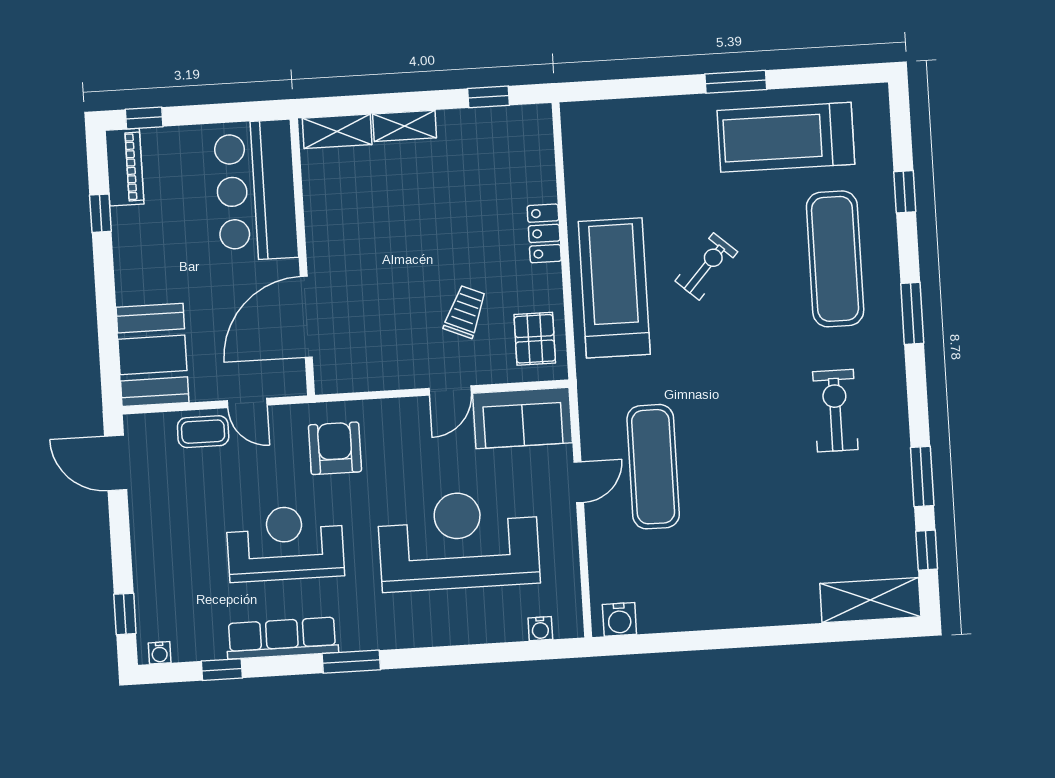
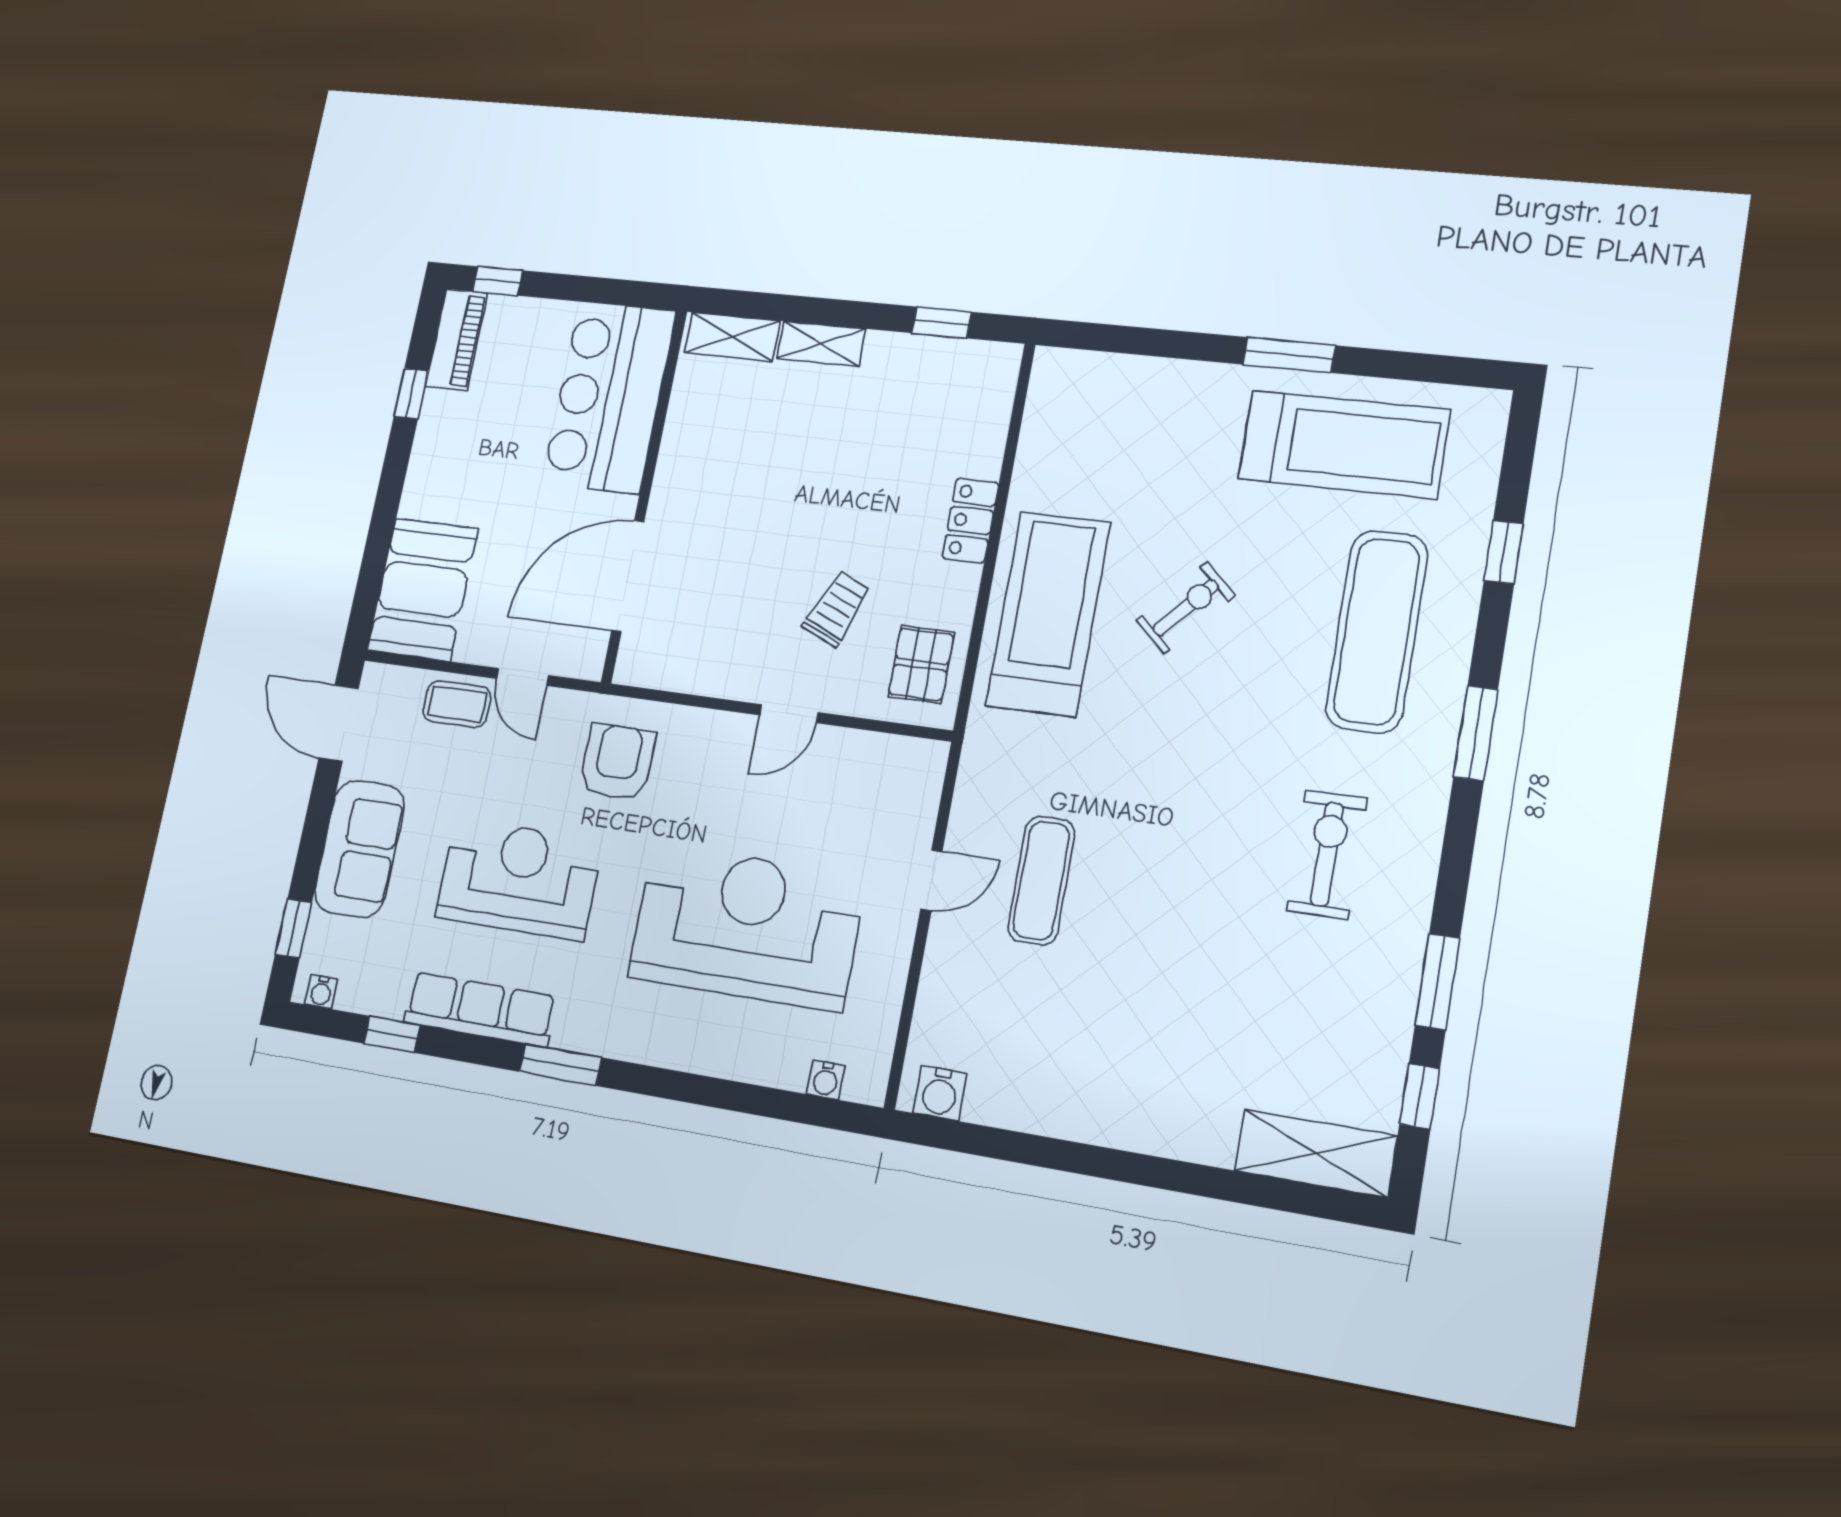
treadmill: (786, 137) -> (1344, 444), turned 180
sofa: (523, 418) -> (359, 849), moved, turned -90
exercise mat: (653, 467) -> (1041, 881), width x0.73, depth x0.69

